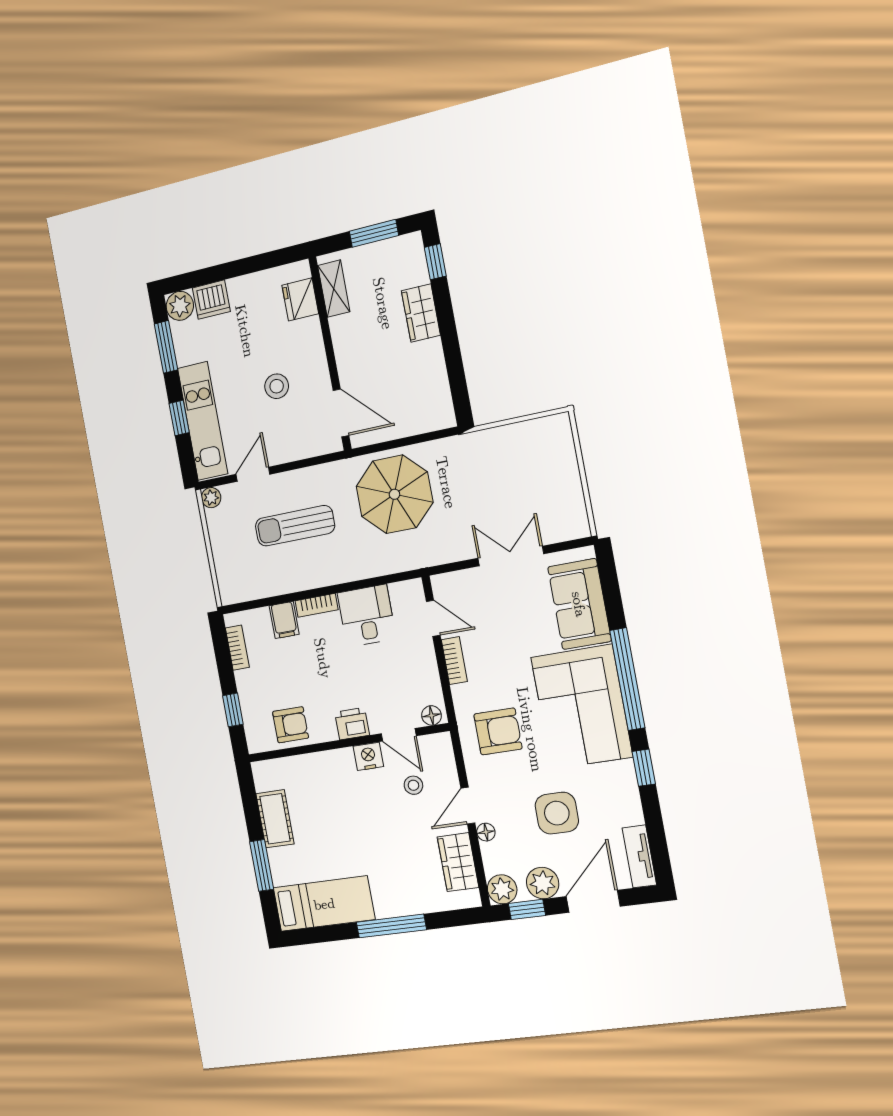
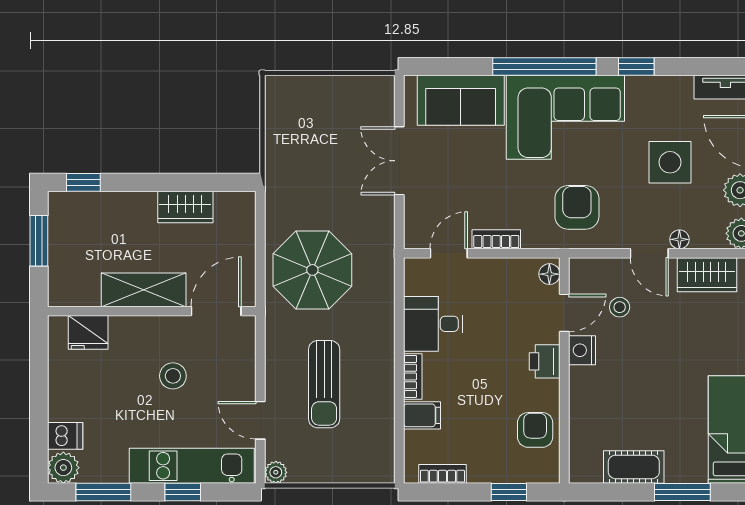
shelving: (334, 289) -> (144, 290), moved, width x1.50, depth x1.33
dishwasher: (211, 300) -> (65, 436), width x0.73
wardrobe: (421, 313) -> (185, 207), moved

